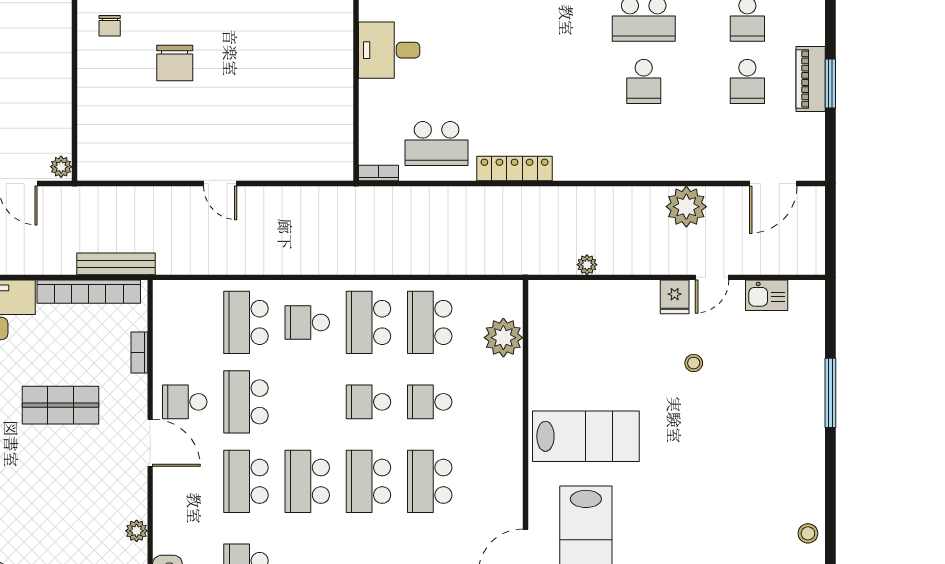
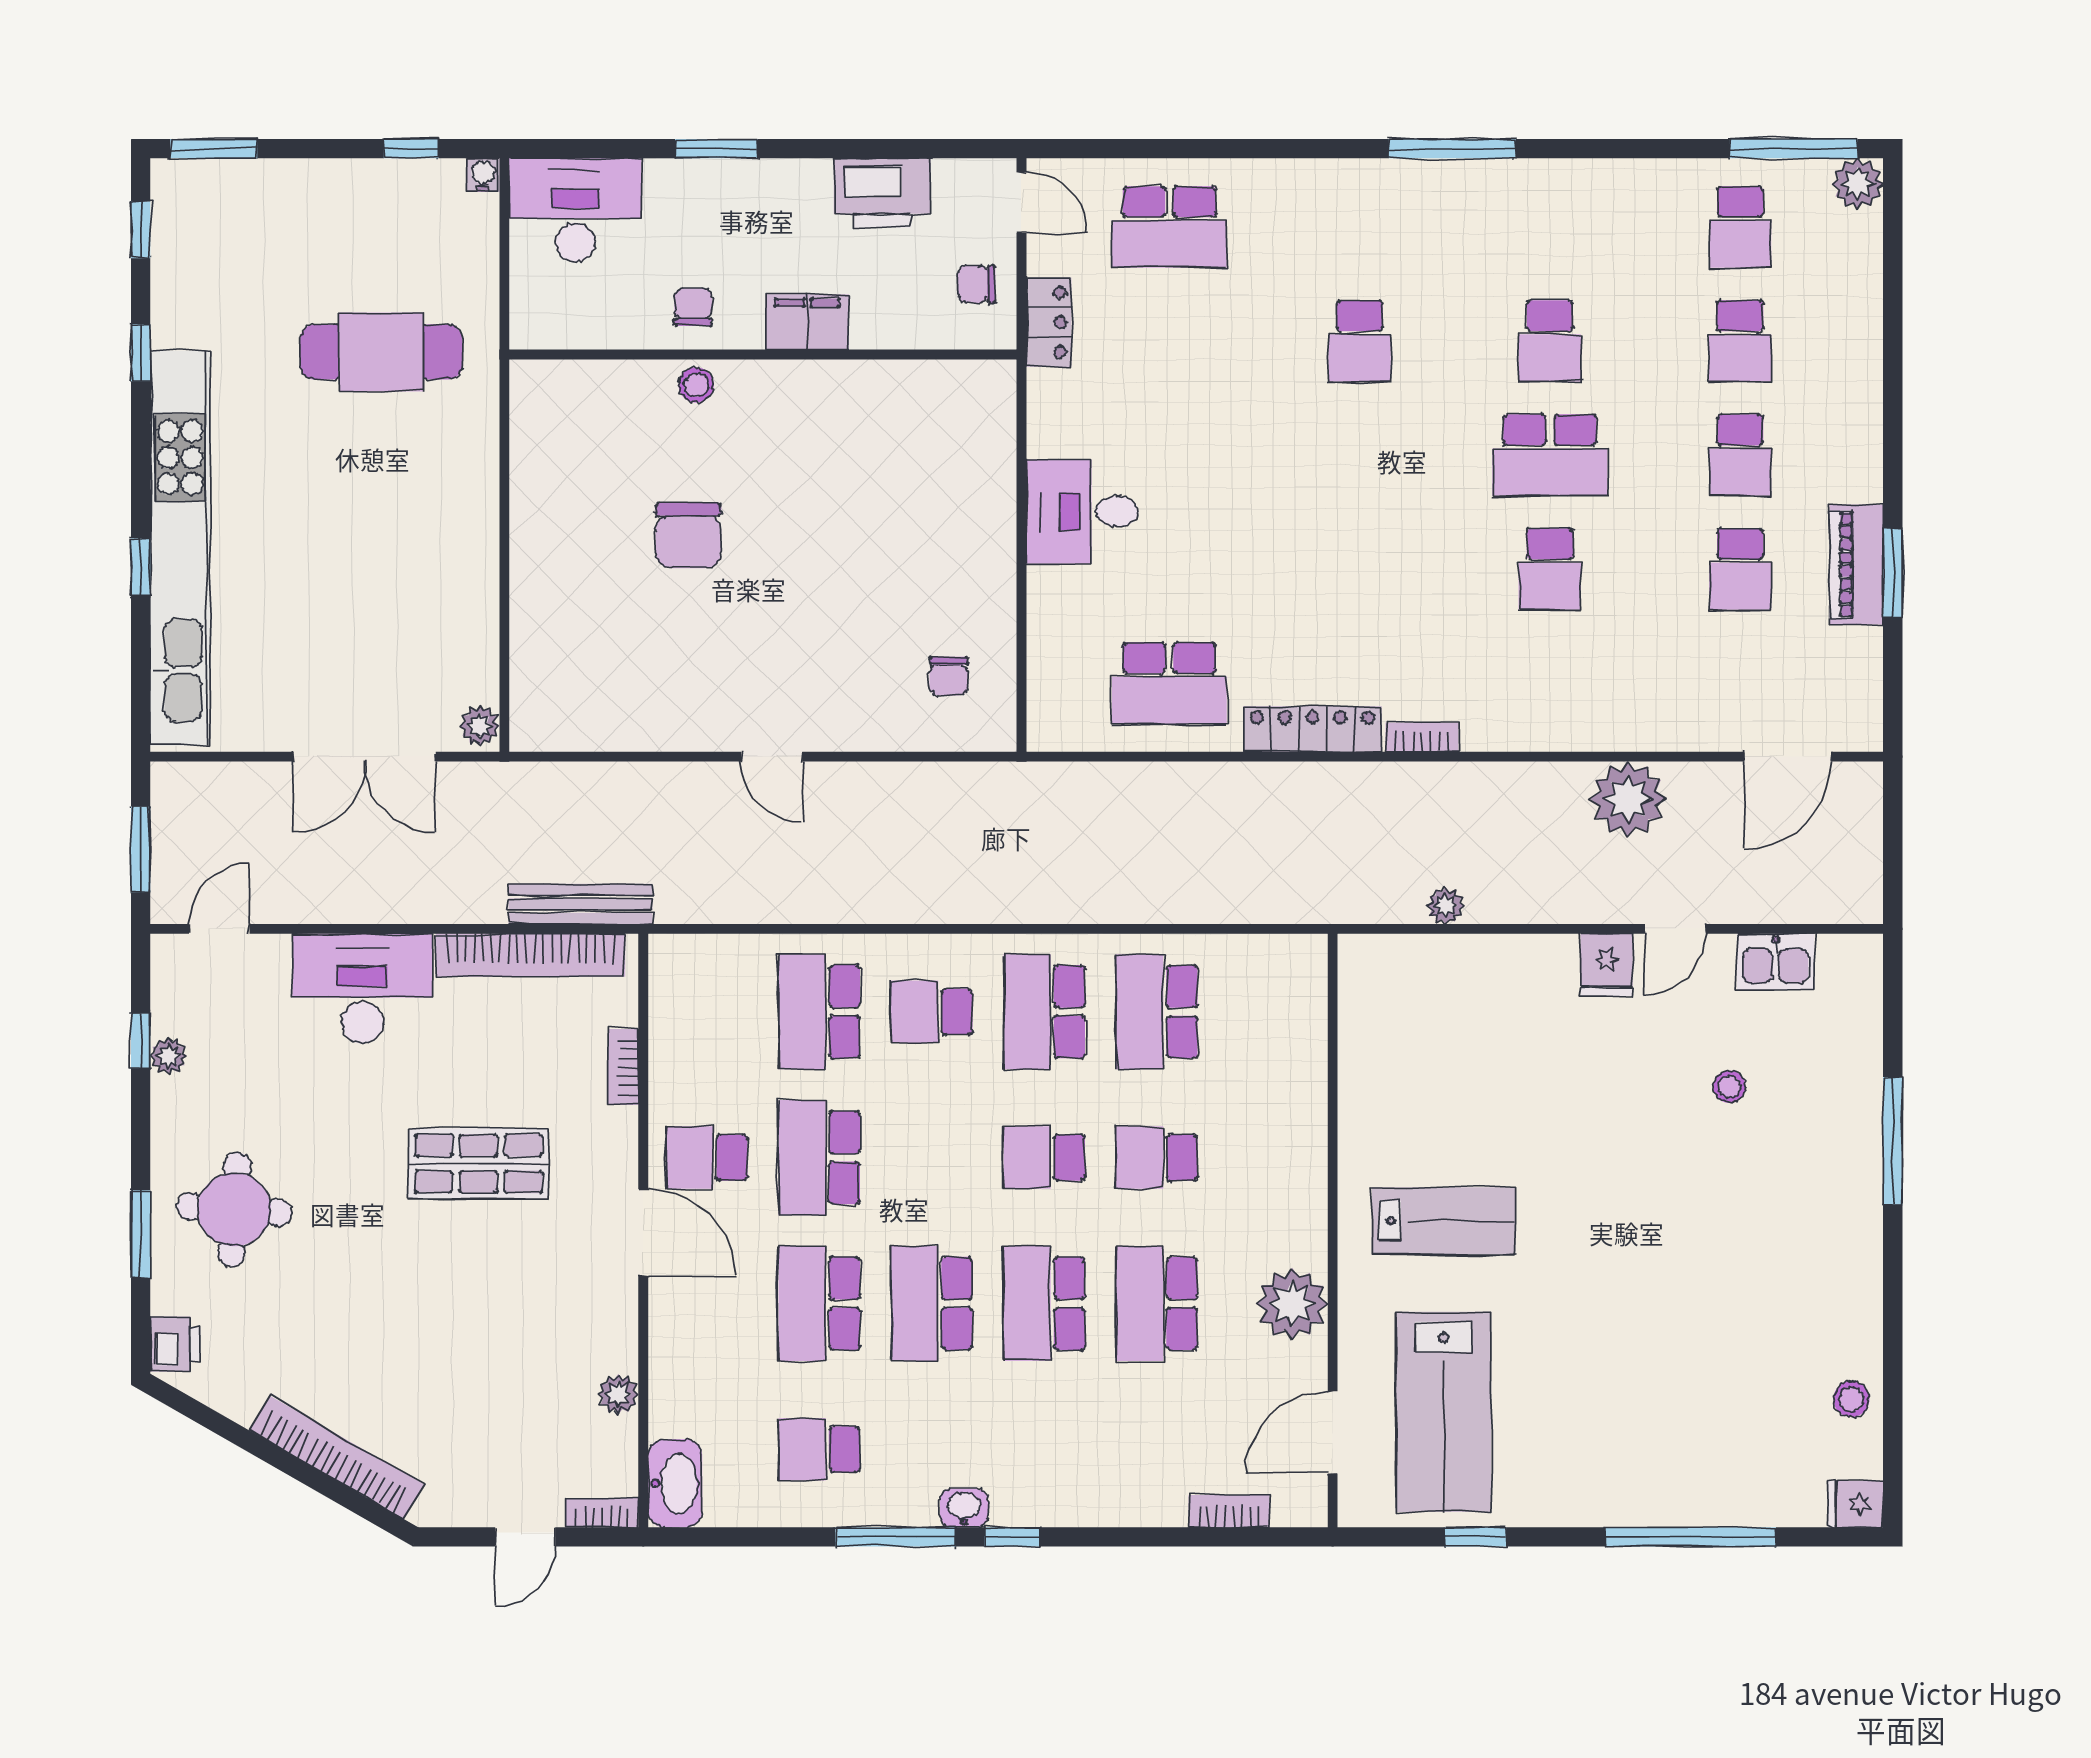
chair: (110, 26) -> (949, 676), moved
bookcase: (378, 173) -> (1422, 737), moved
plant: (503, 338) -> (1292, 1304), moved
stool: (694, 363) -> (1729, 1087), moved
lab bench: (586, 436) -> (1444, 1221), width x0.73, depth x0.72

